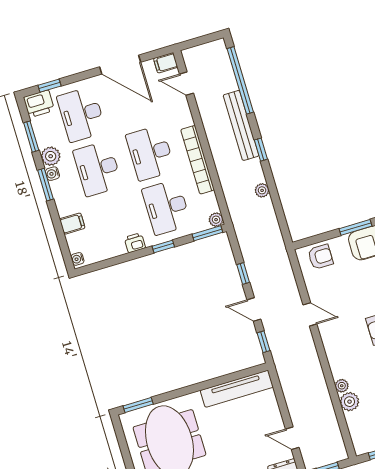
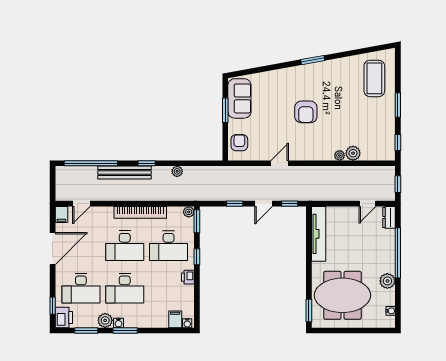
filing cabinet: (72, 224) -> (175, 319), moved

